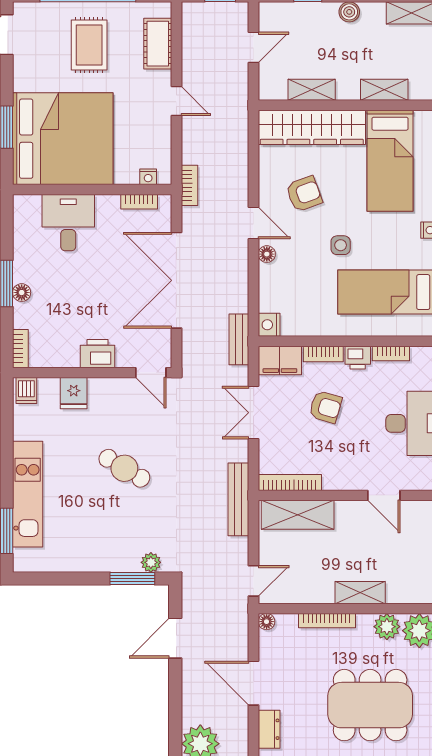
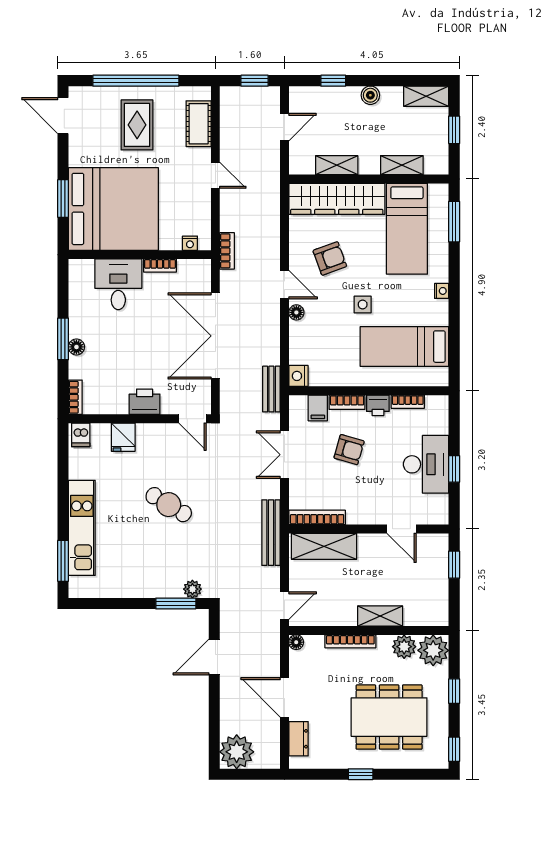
bookcase: (139, 202) -> (160, 265), moved
filing cabinet: (280, 360) -> (318, 408), width x0.50

